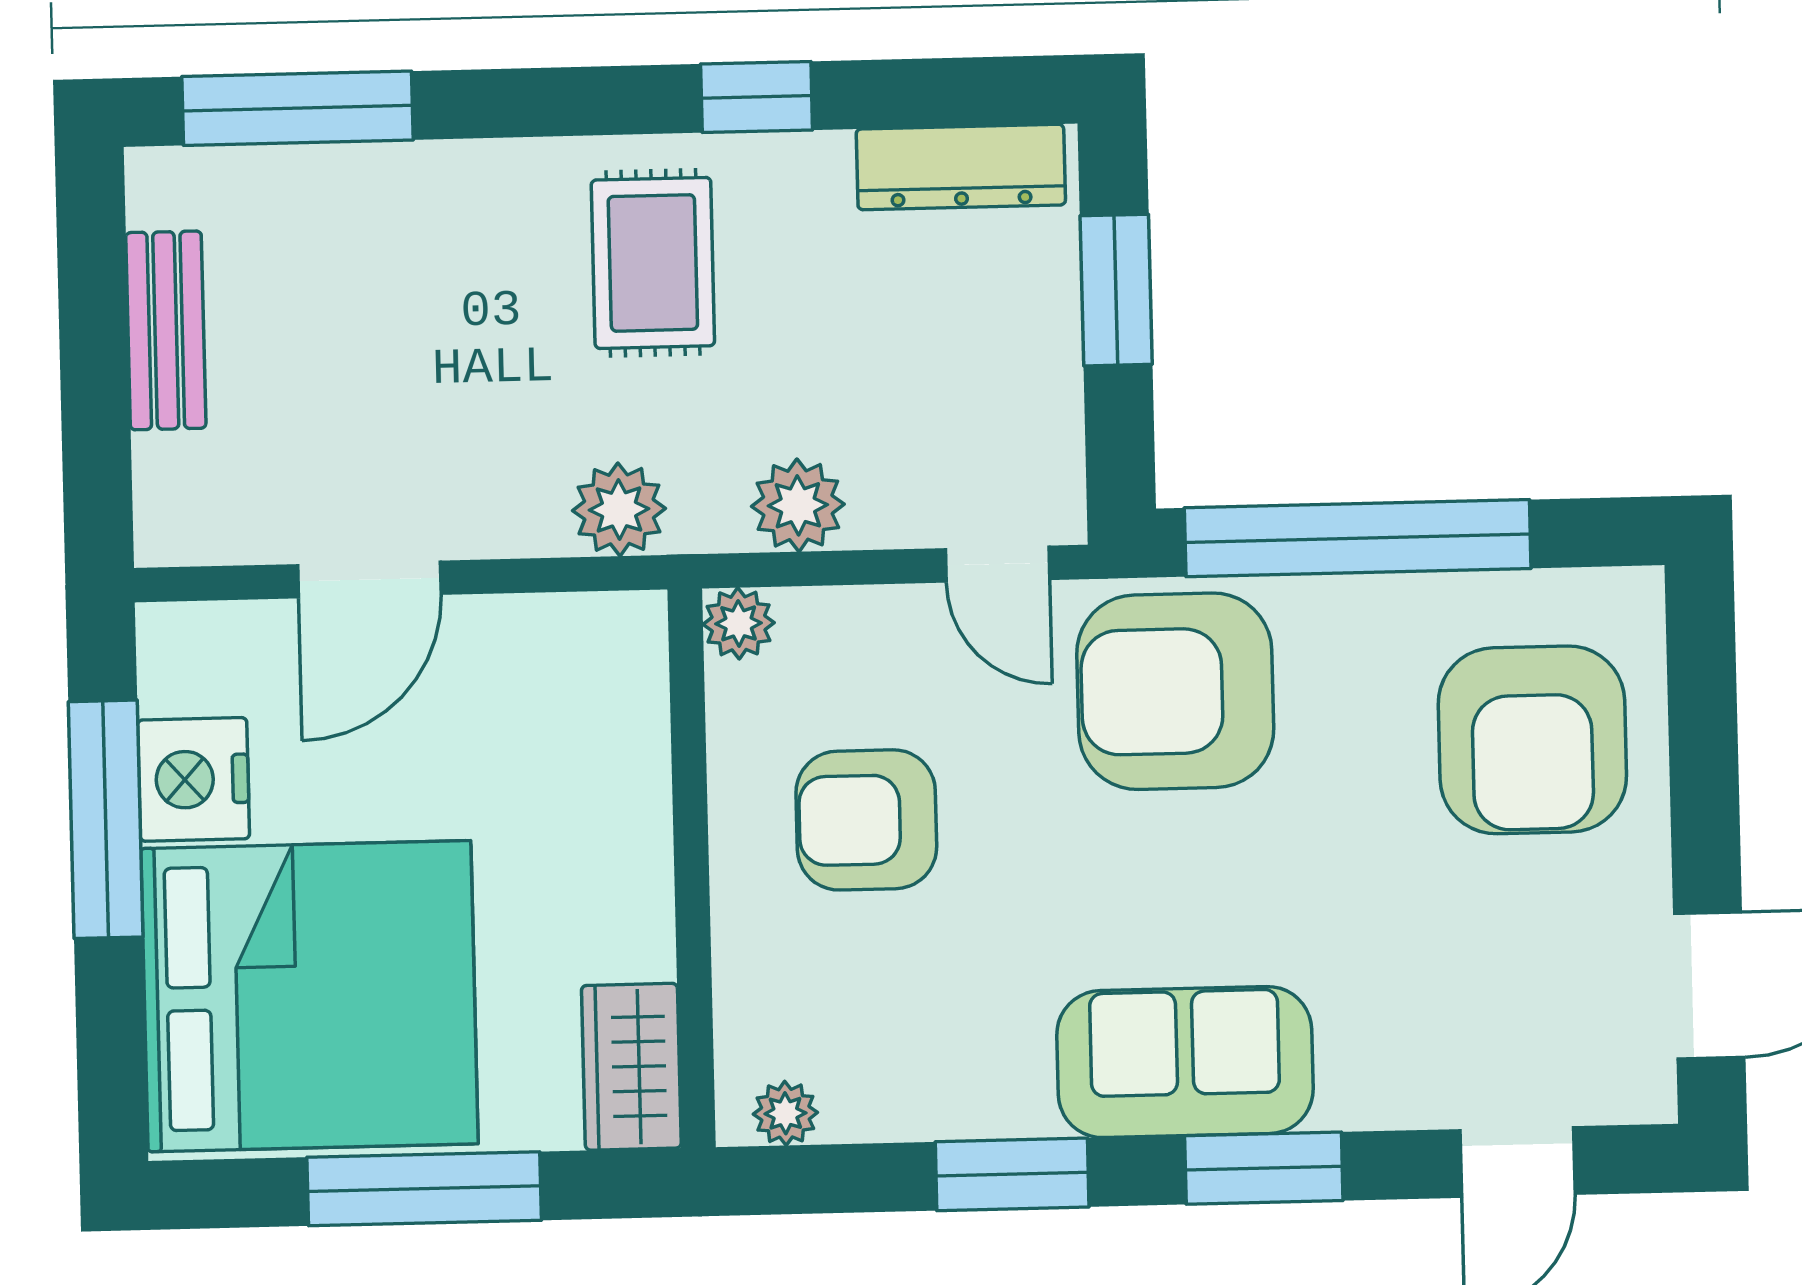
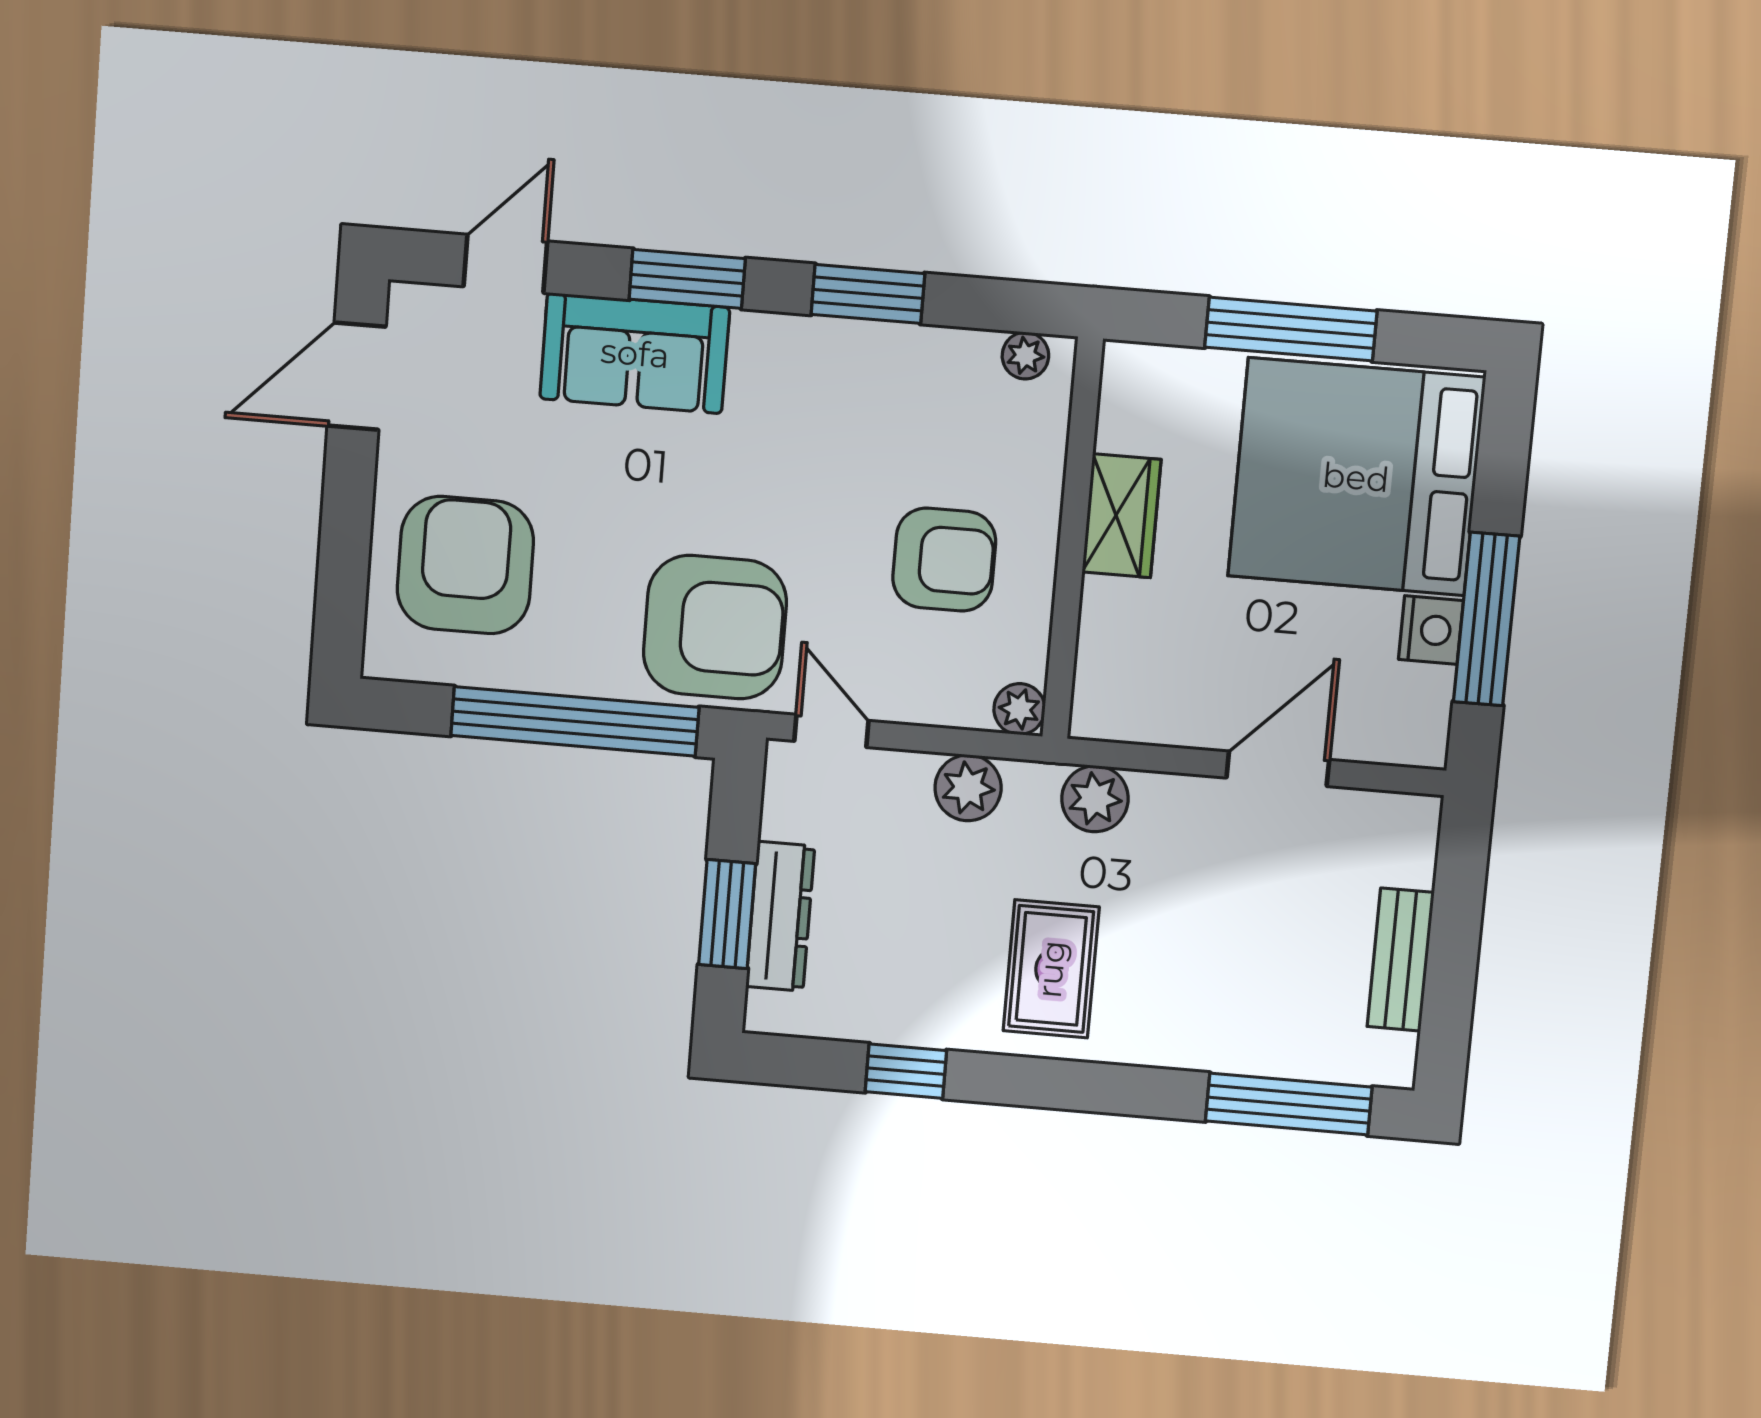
window: (757, 97) -> (906, 1071), moved
dresser: (961, 167) -> (780, 916), moved, turned 90
nightstand: (194, 779) -> (1431, 630), width x0.74, depth x0.75
sofa: (1185, 1062) -> (635, 353), moved
wardrobe: (631, 1067) -> (1122, 516), moved

